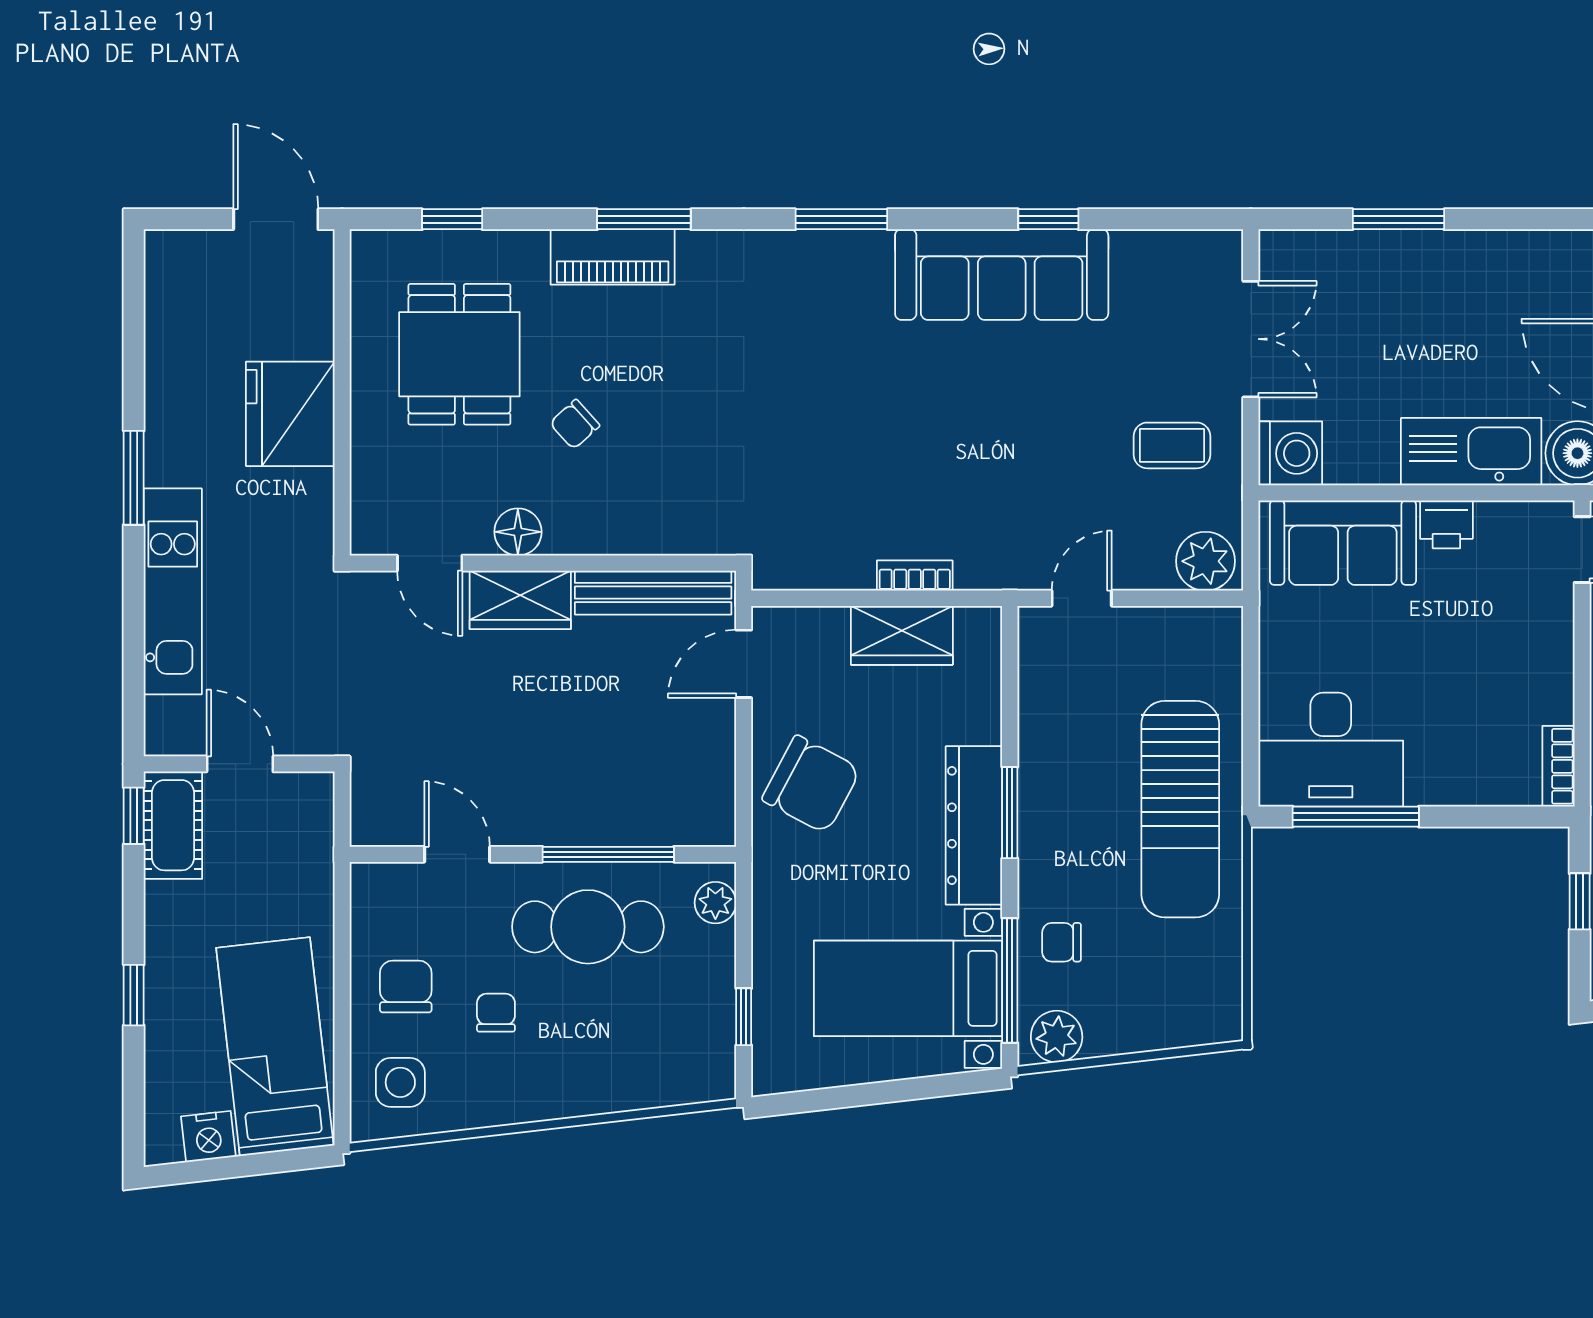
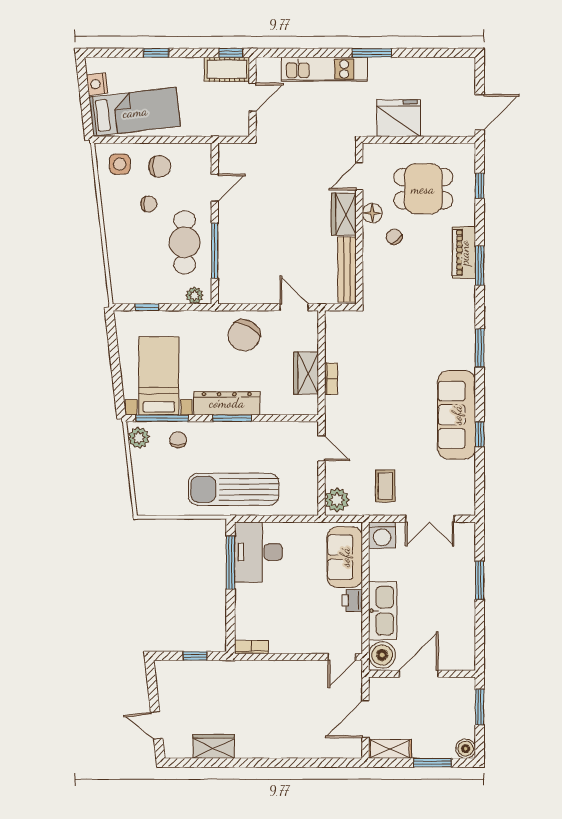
floor lamp: (518, 532) -> (372, 213), moved
door: (430, 563) -> (359, 176), moved
wall: (543, 563) -> (359, 223), moved
bench: (653, 593) -> (347, 269), moved
wardrobe: (520, 600) -> (344, 214), moved

